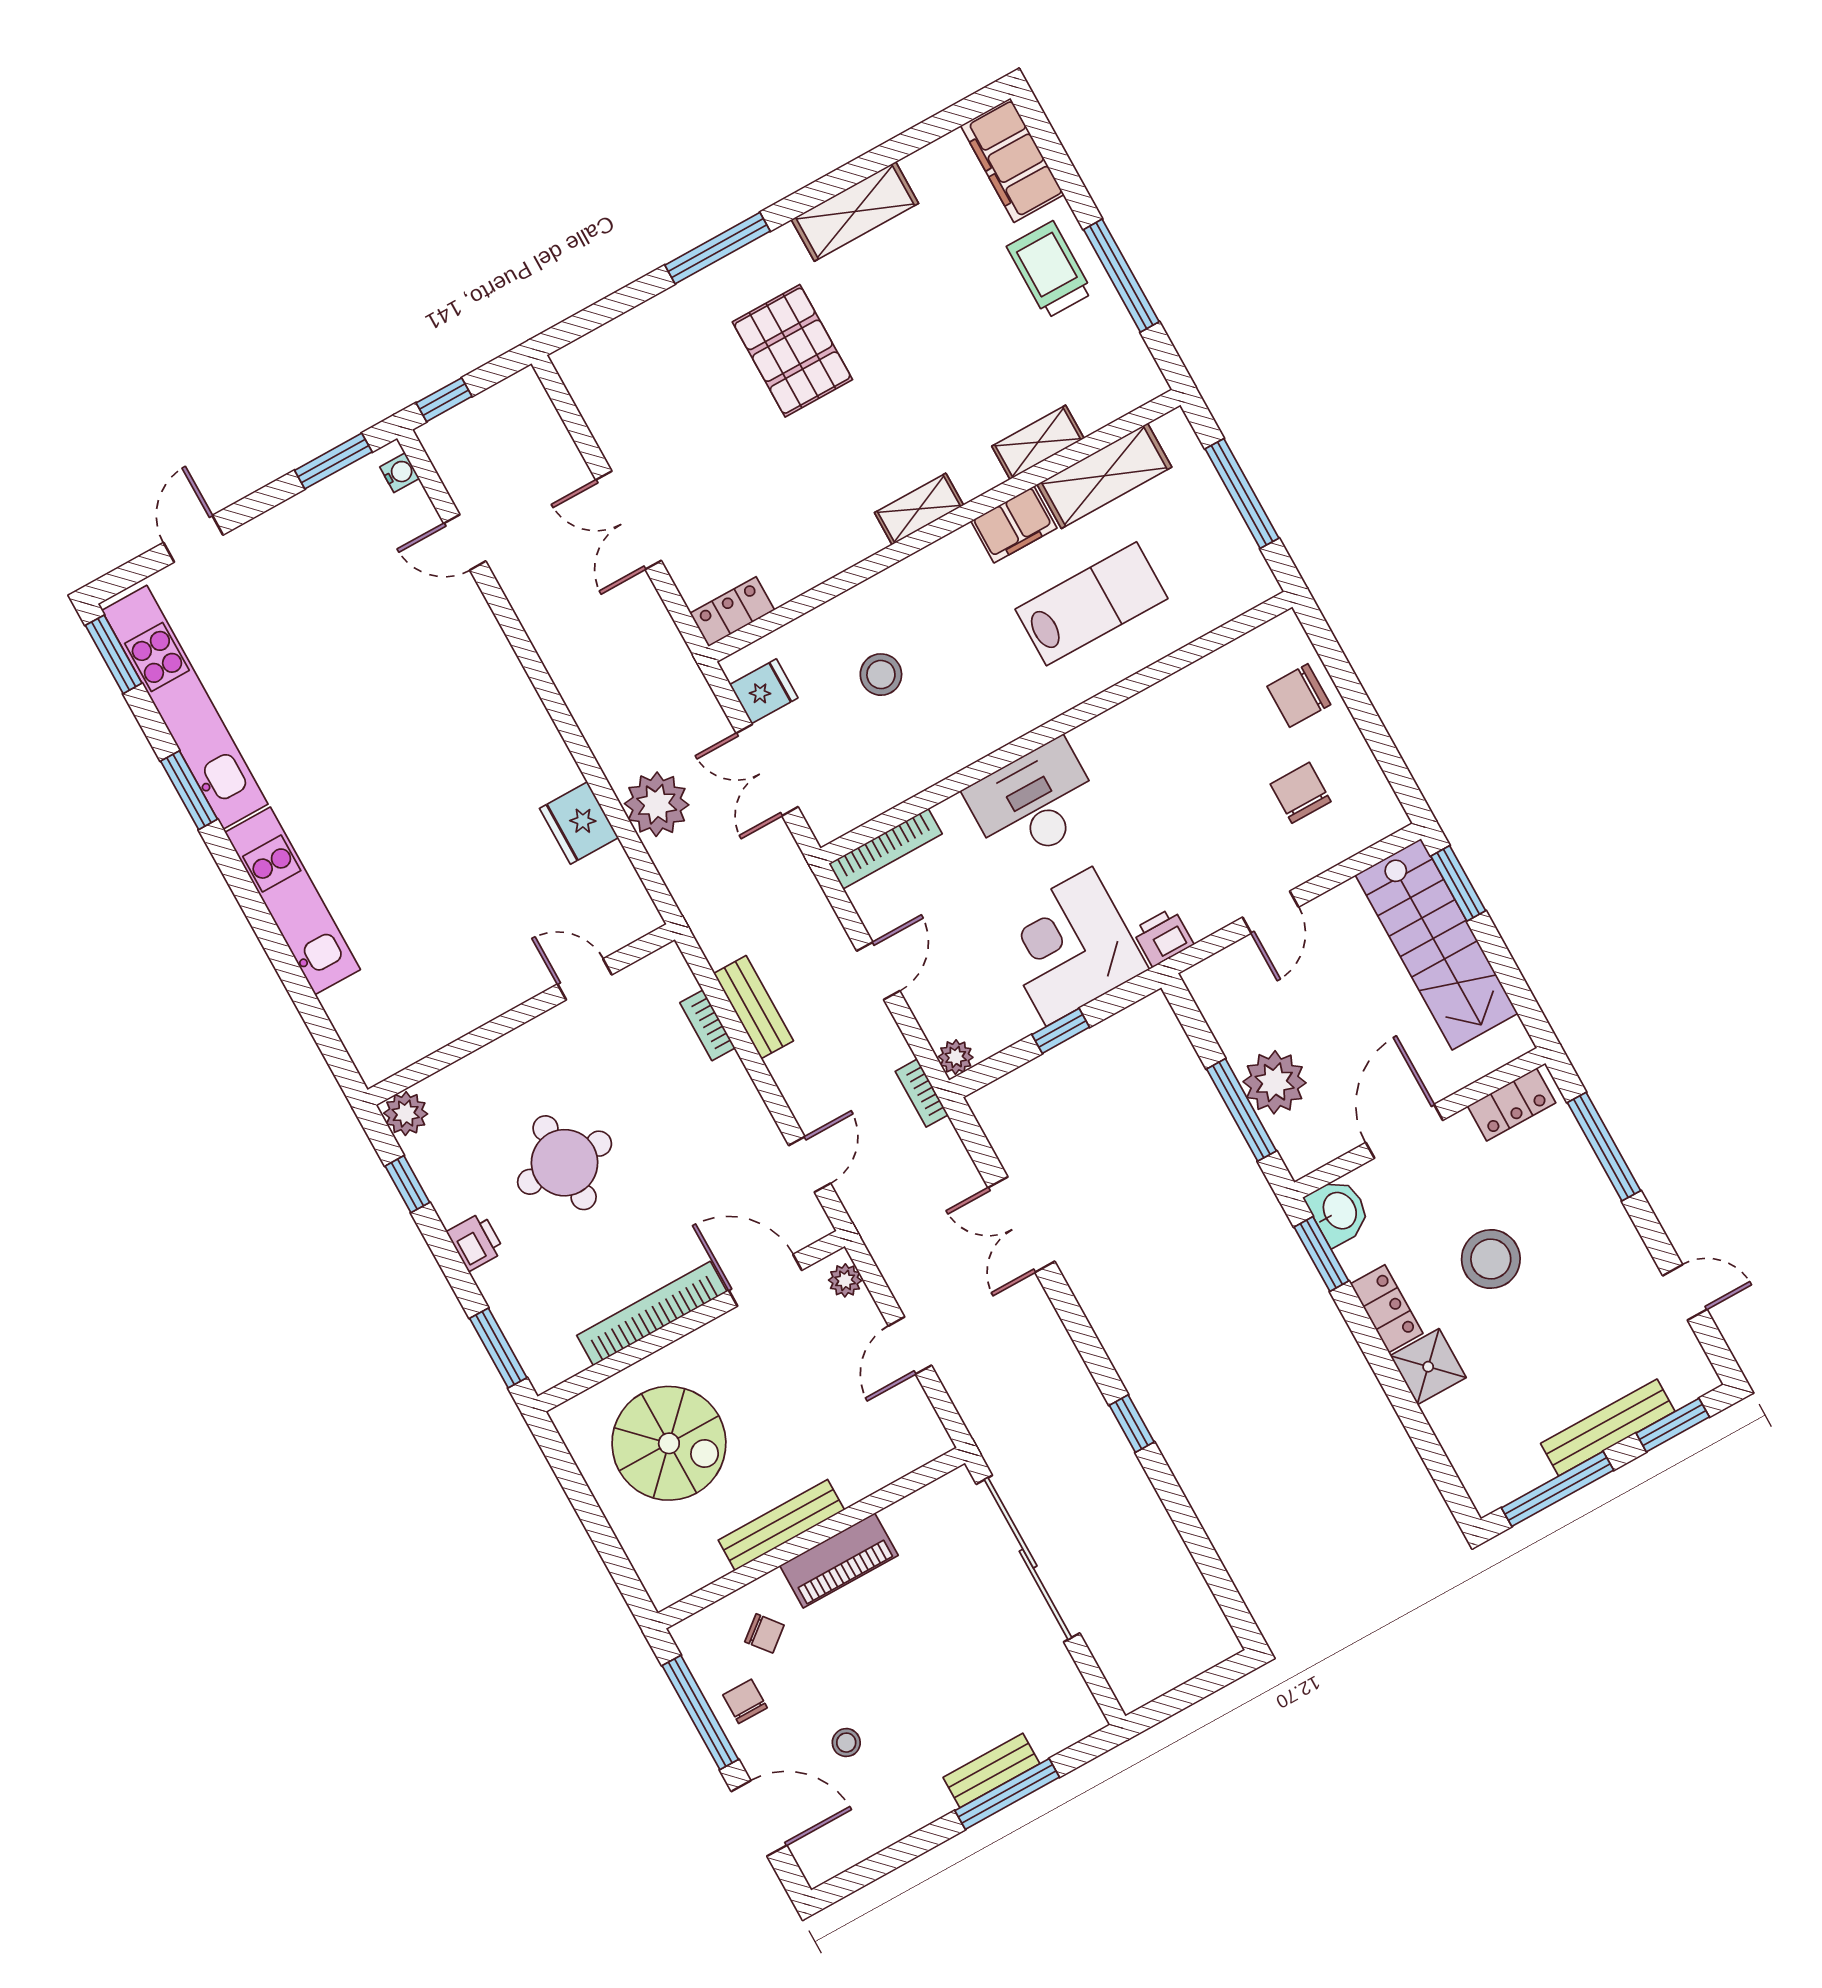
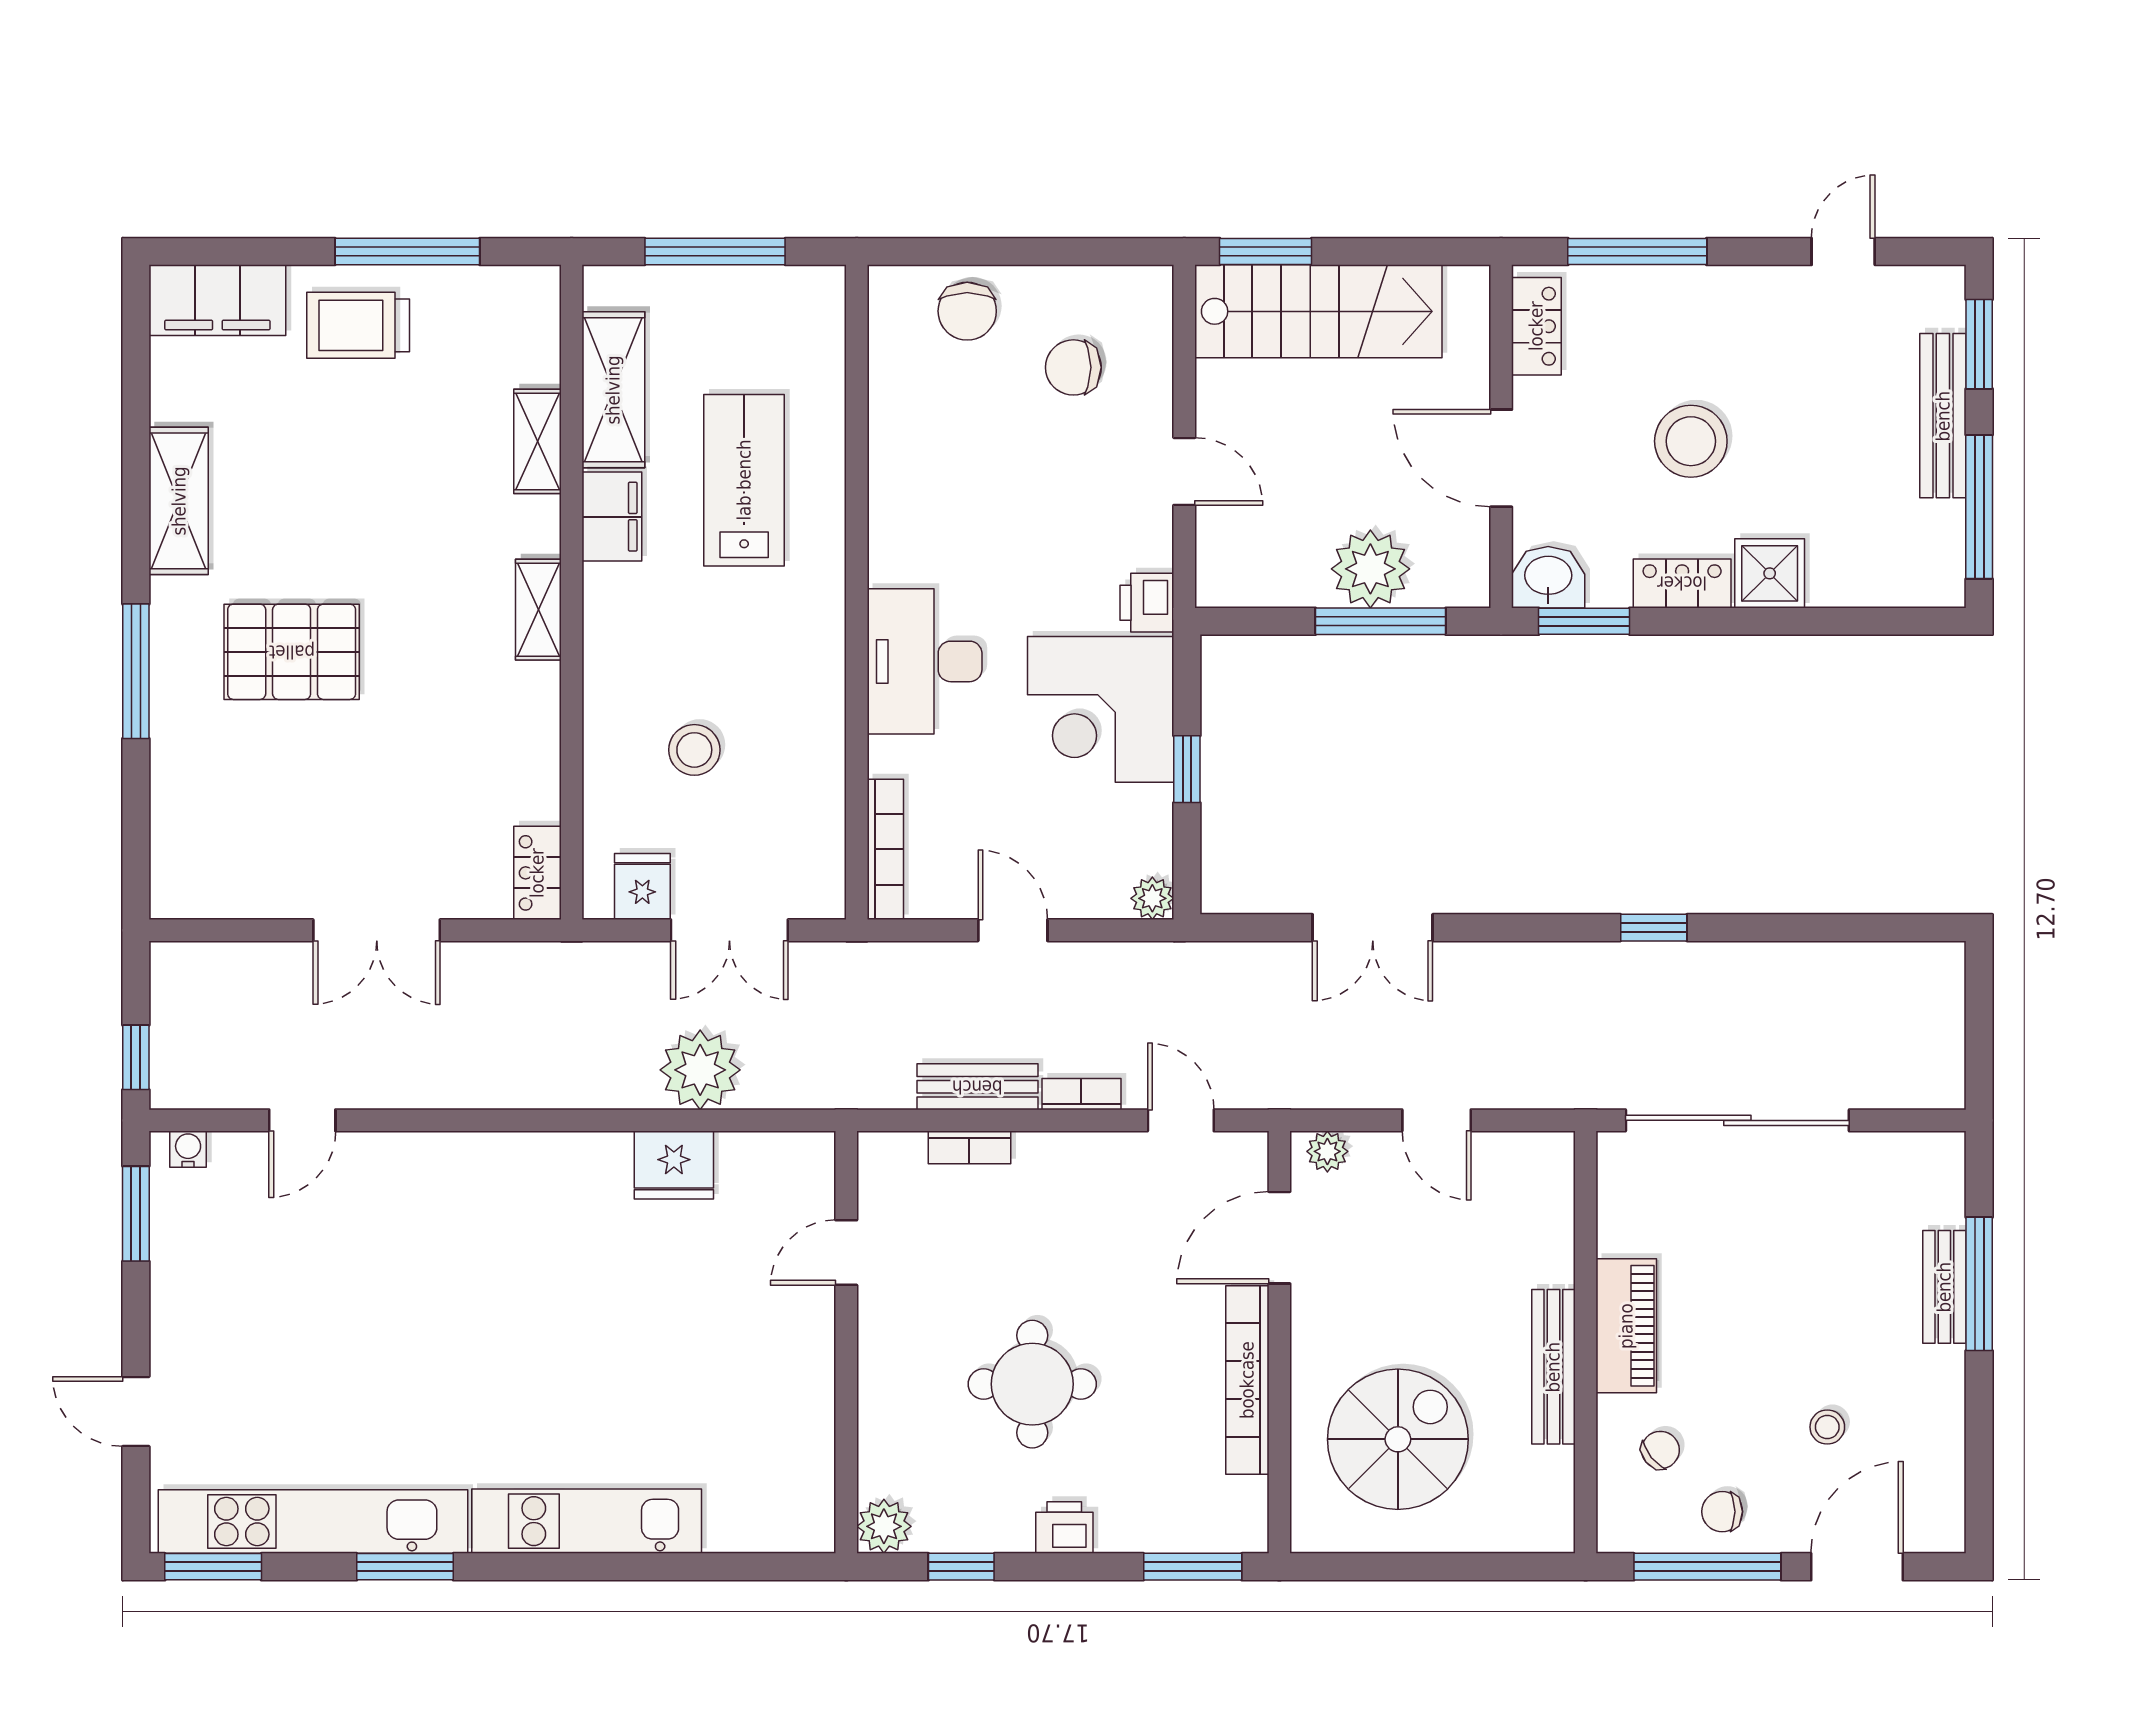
bookcase: (922, 1093) -> (1081, 1094), moved, turned 180

